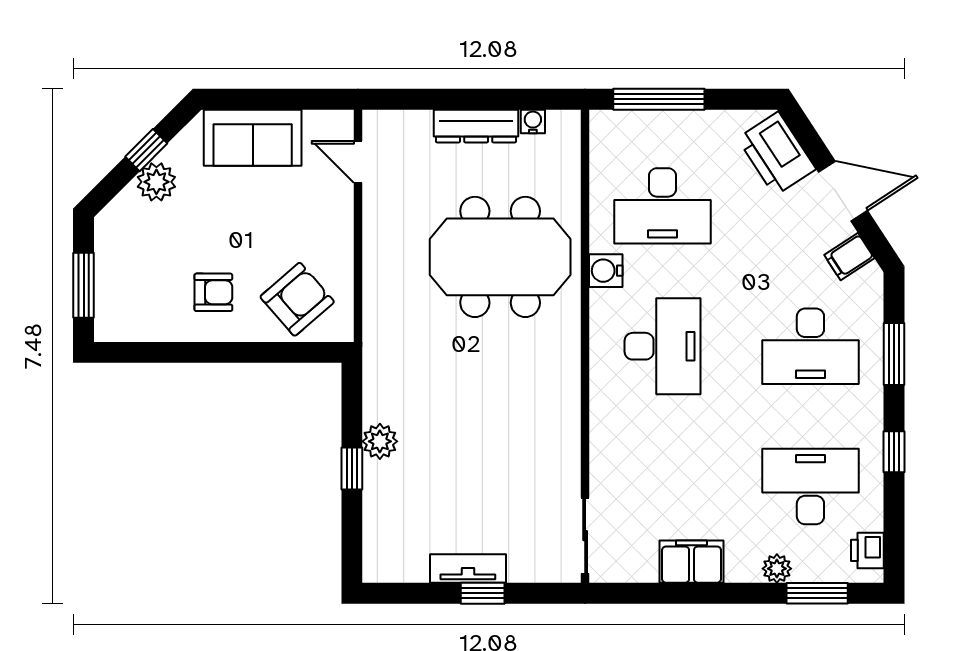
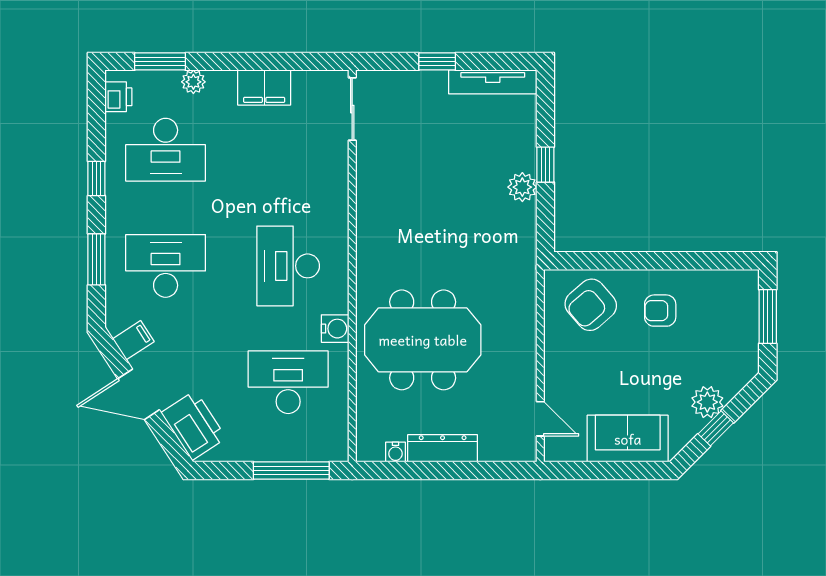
tv unit: (468, 568) -> (493, 82), moved, width x1.41

